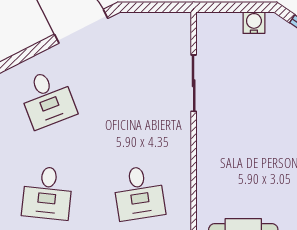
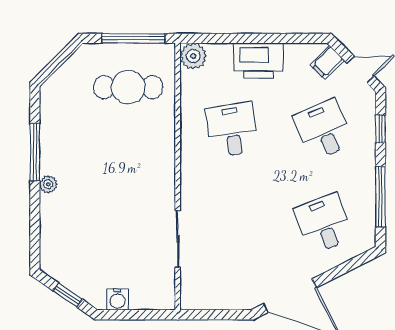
desk: (47, 193) -> (324, 130), turned -30

